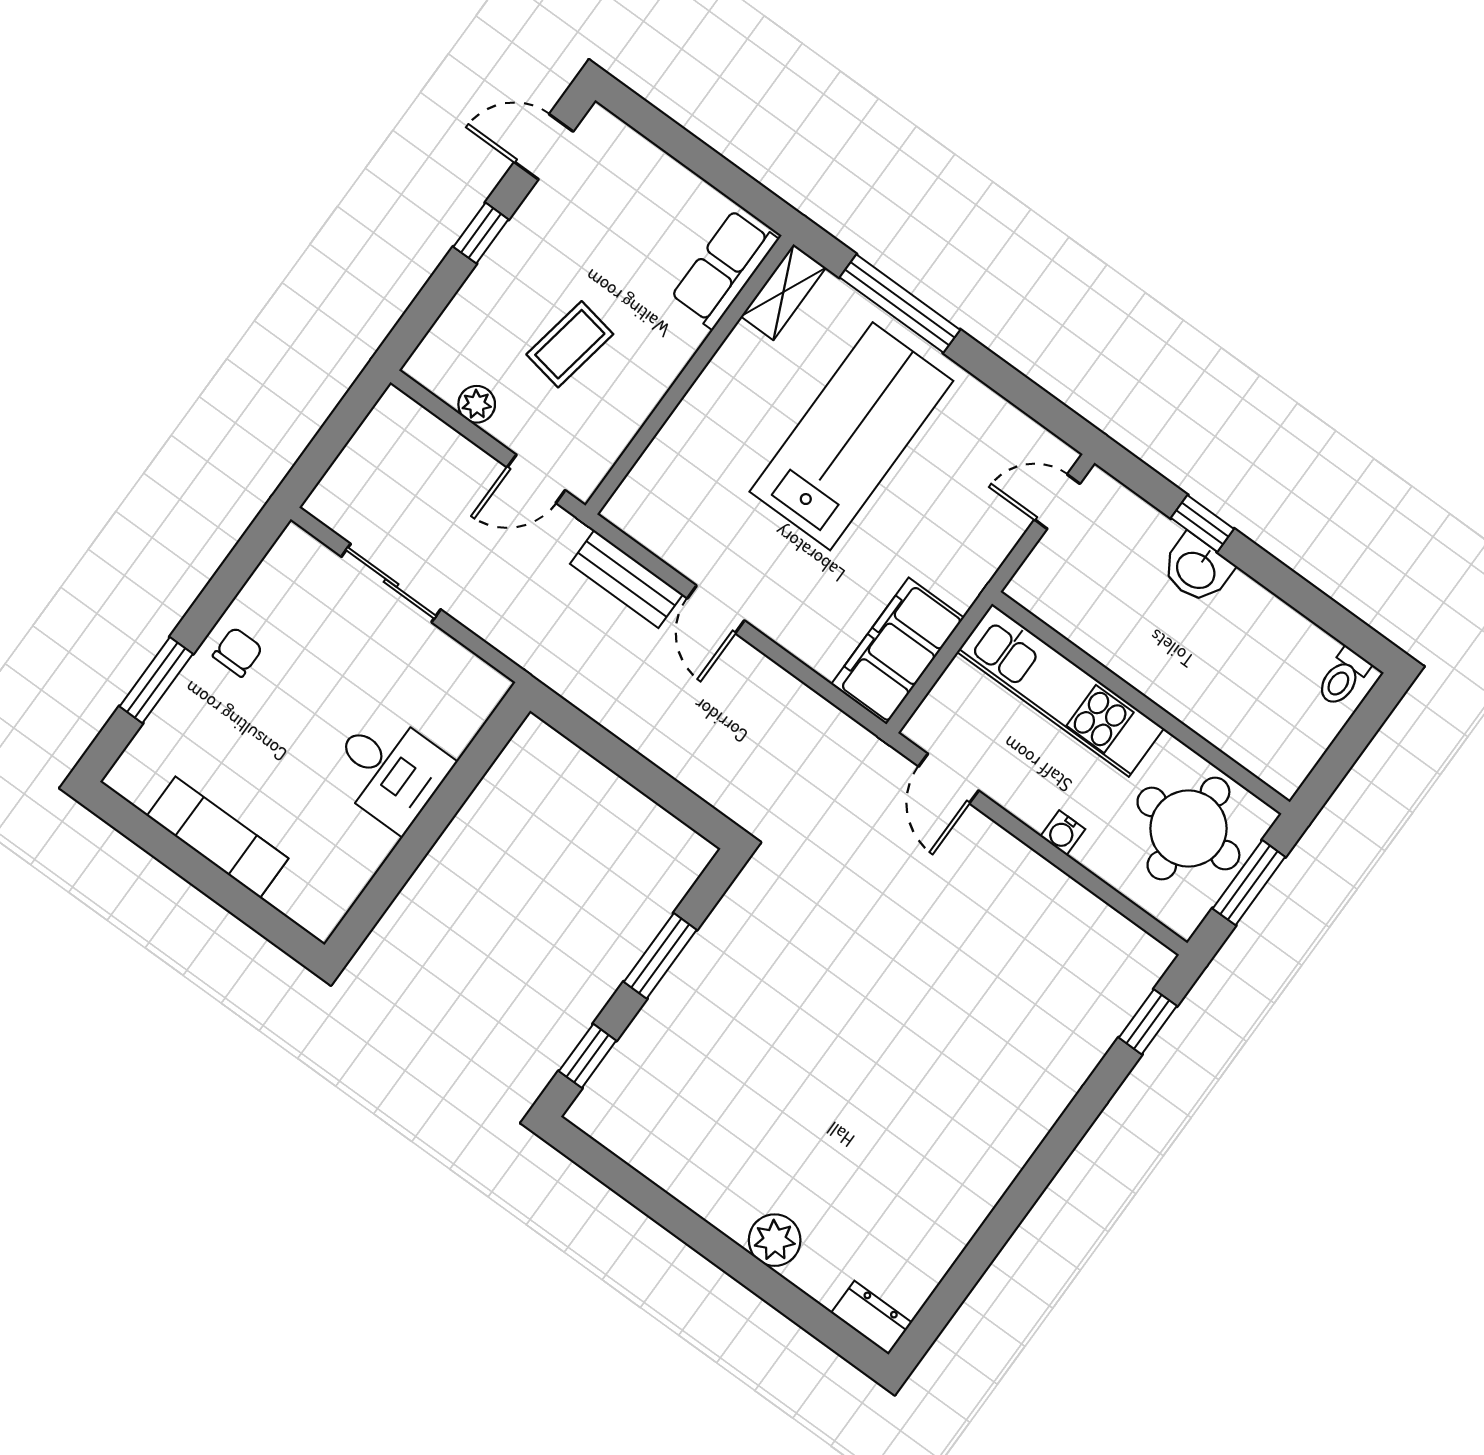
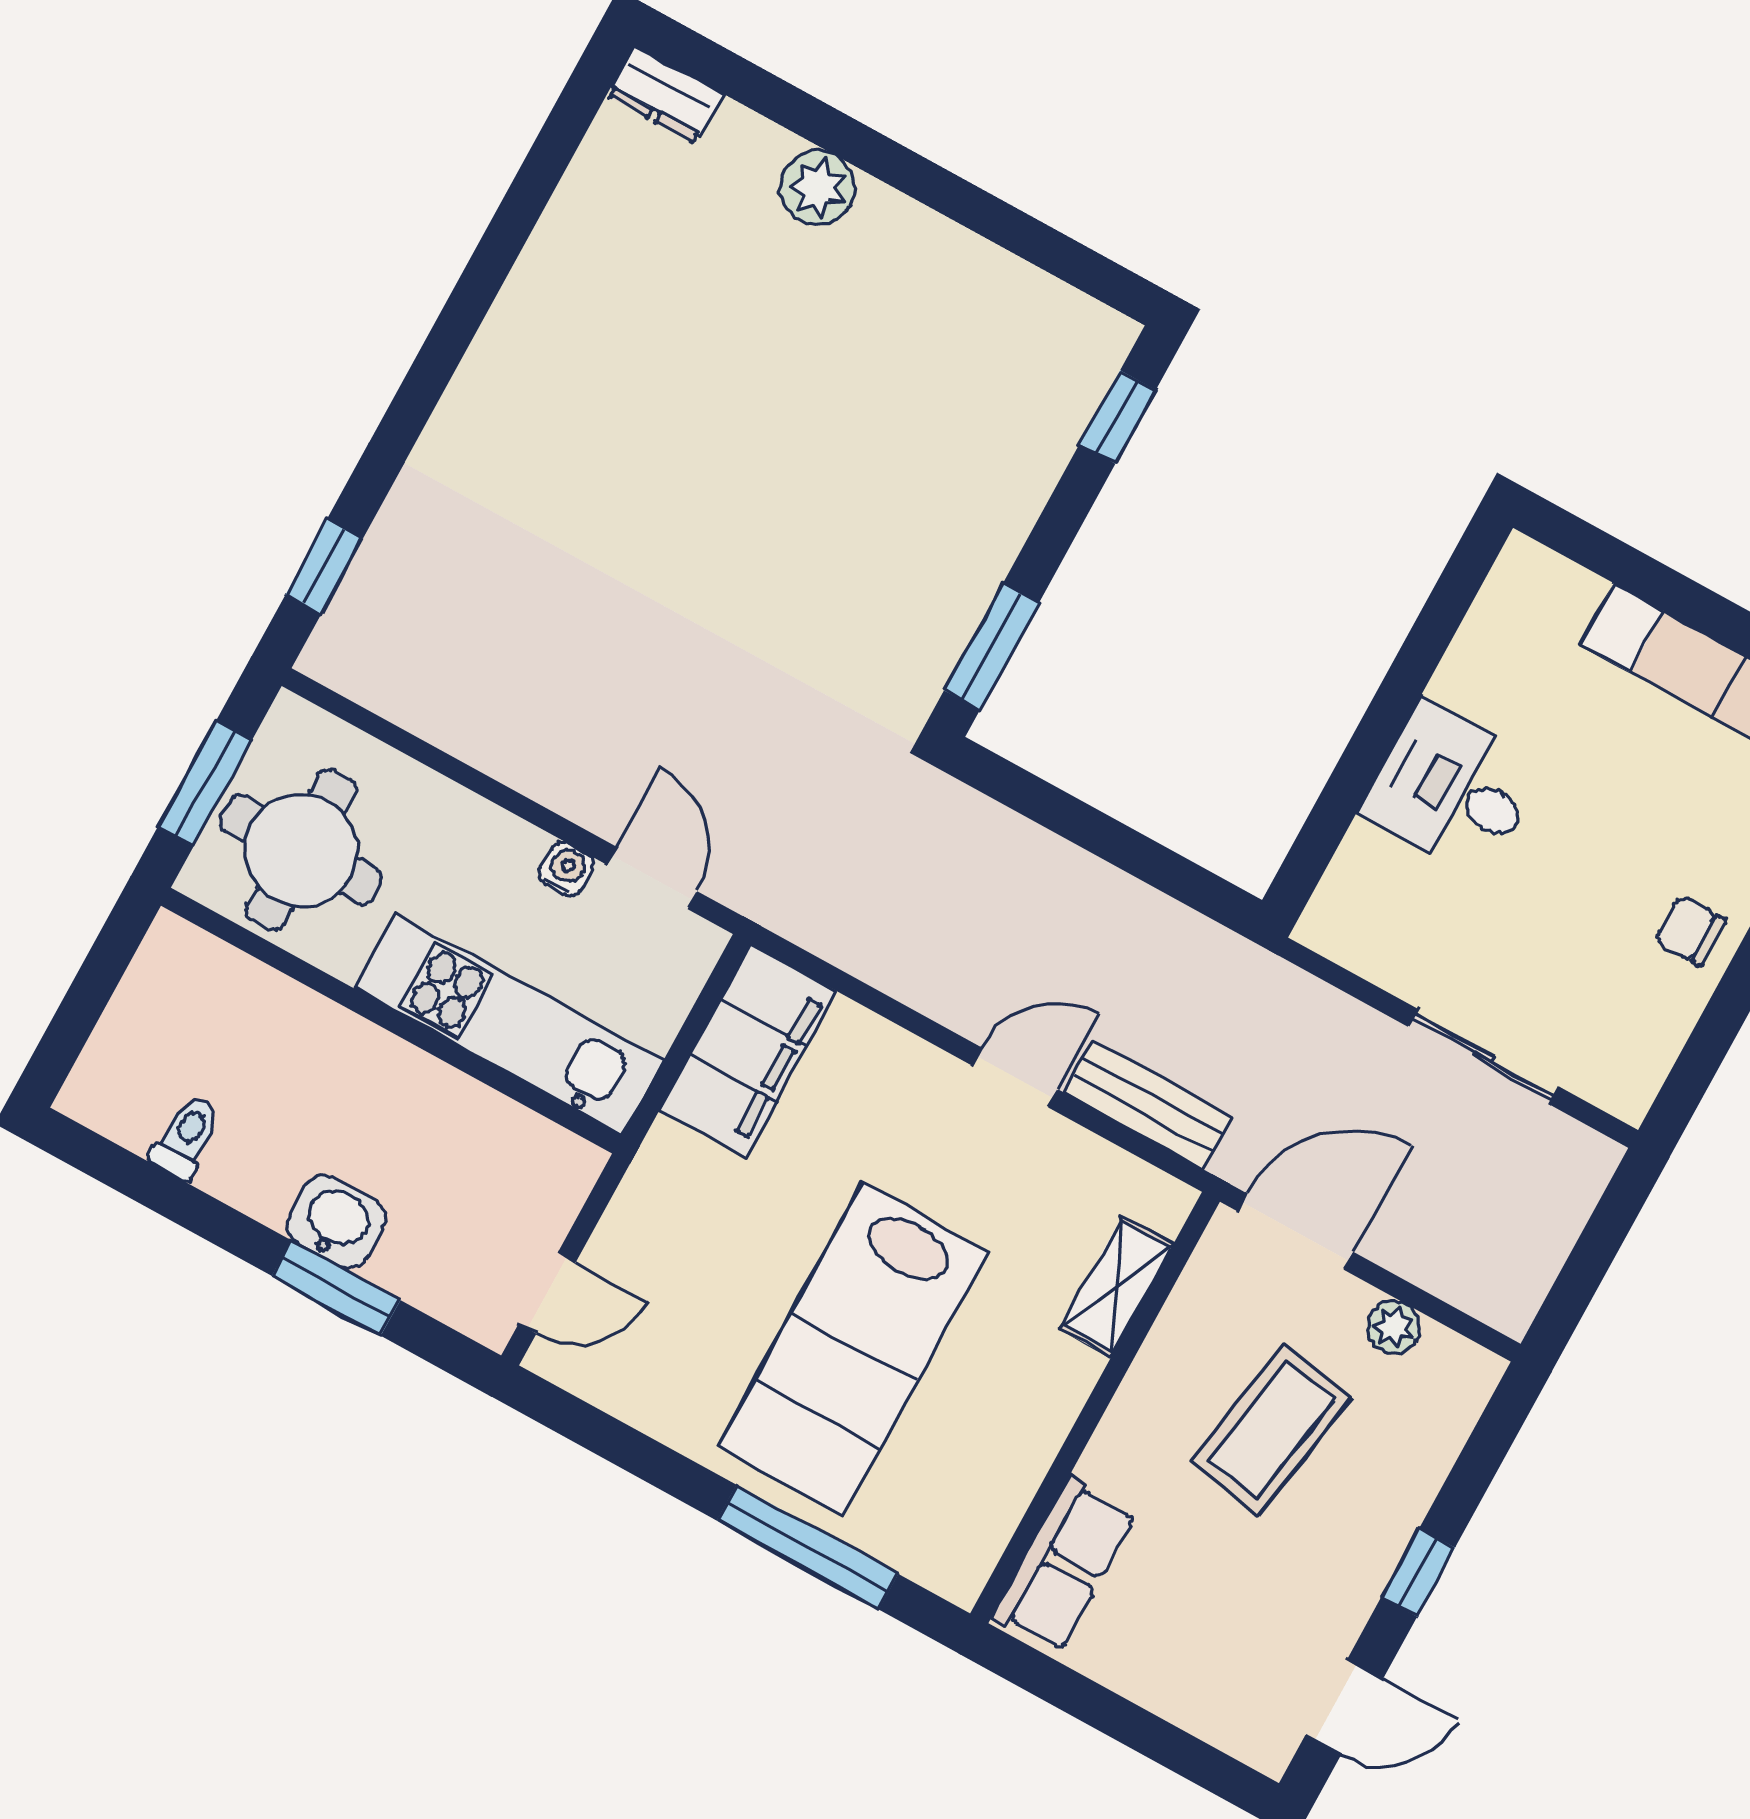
shelving: (783, 292) -> (1117, 1287), moved
coffee table: (570, 344) -> (1271, 1430), width x1.36, depth x1.30
door: (536, 479) -> (1295, 1232), width x1.38
window: (1202, 523) -> (336, 1288), width x1.50
door: (716, 609) -> (1015, 1077), hinge flipped
chair: (238, 652) -> (1690, 930), turned 90
toilet: (1343, 677) -> (186, 1137), moved
water cooler: (1063, 833) -> (566, 869), moved
window: (660, 956) -> (992, 647), moved

